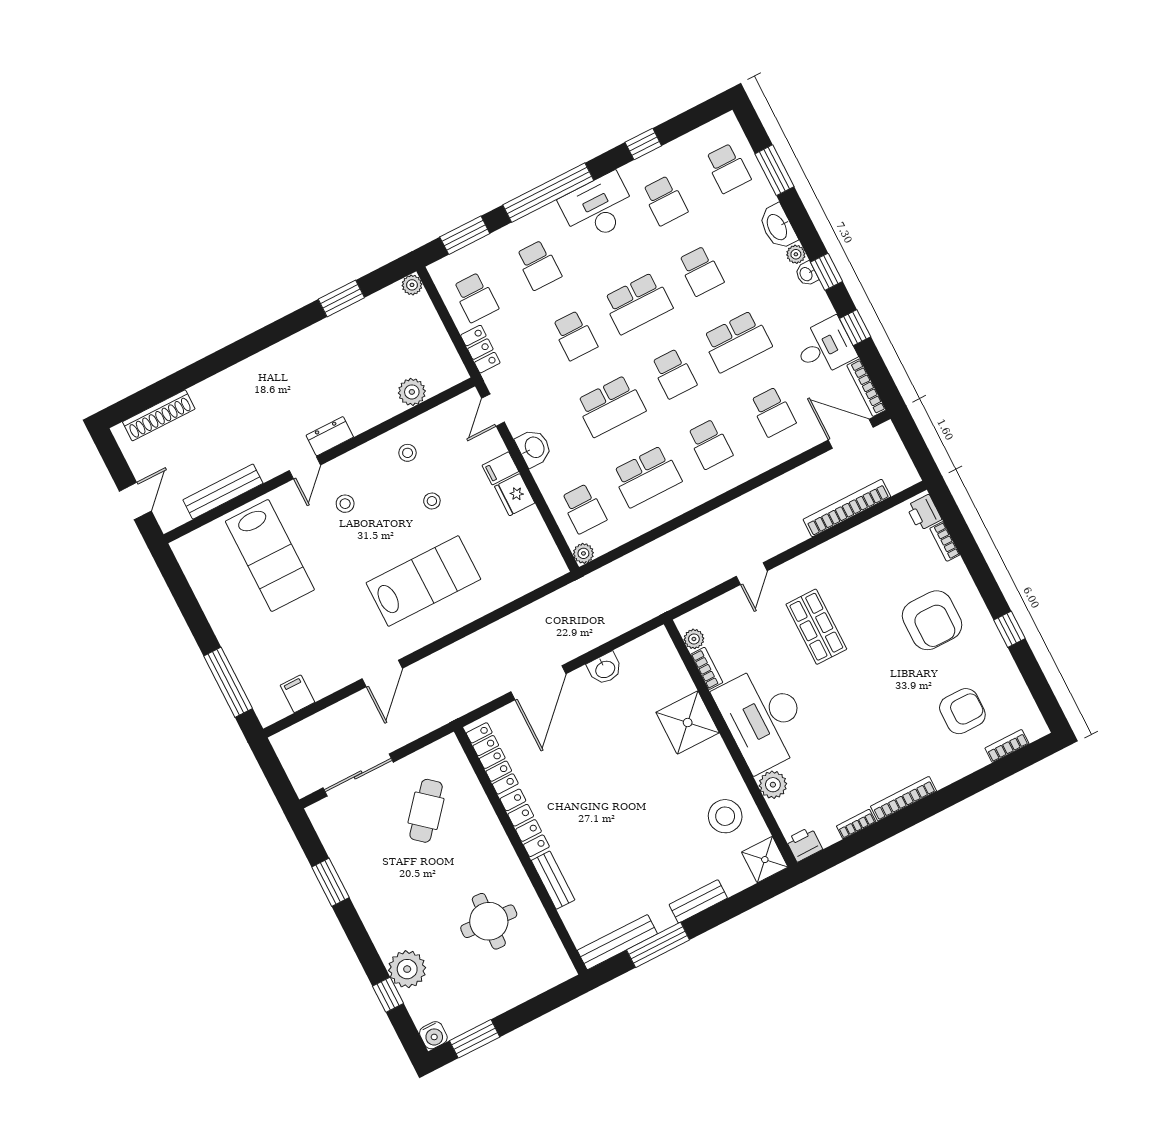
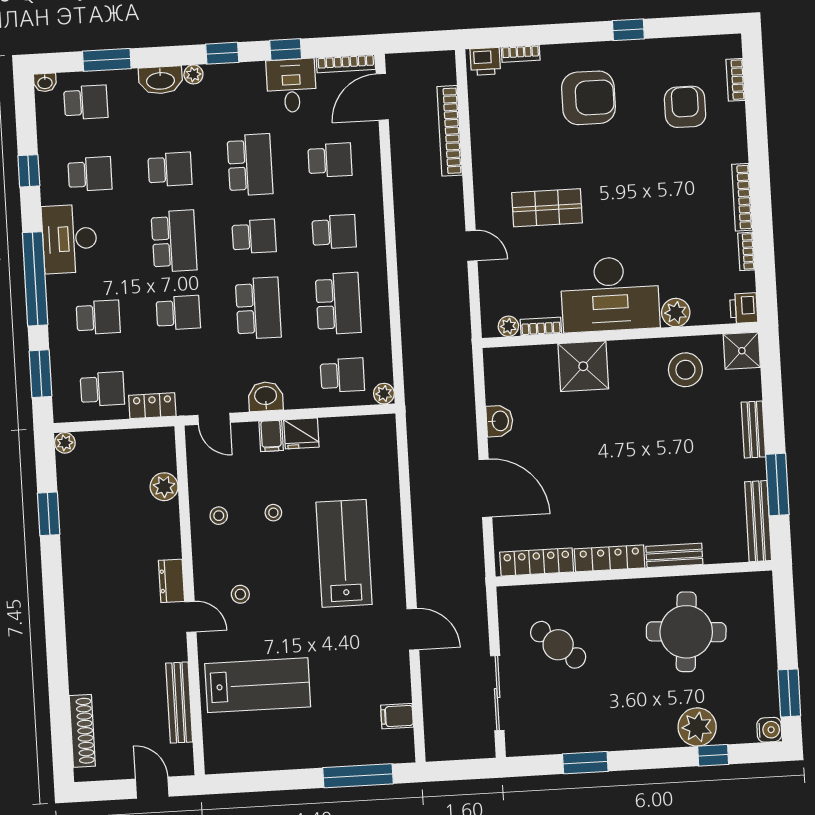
washbasin: (807, 274) -> (45, 82), moved
round table: (489, 921) -> (686, 632), width x1.36, depth x1.36

